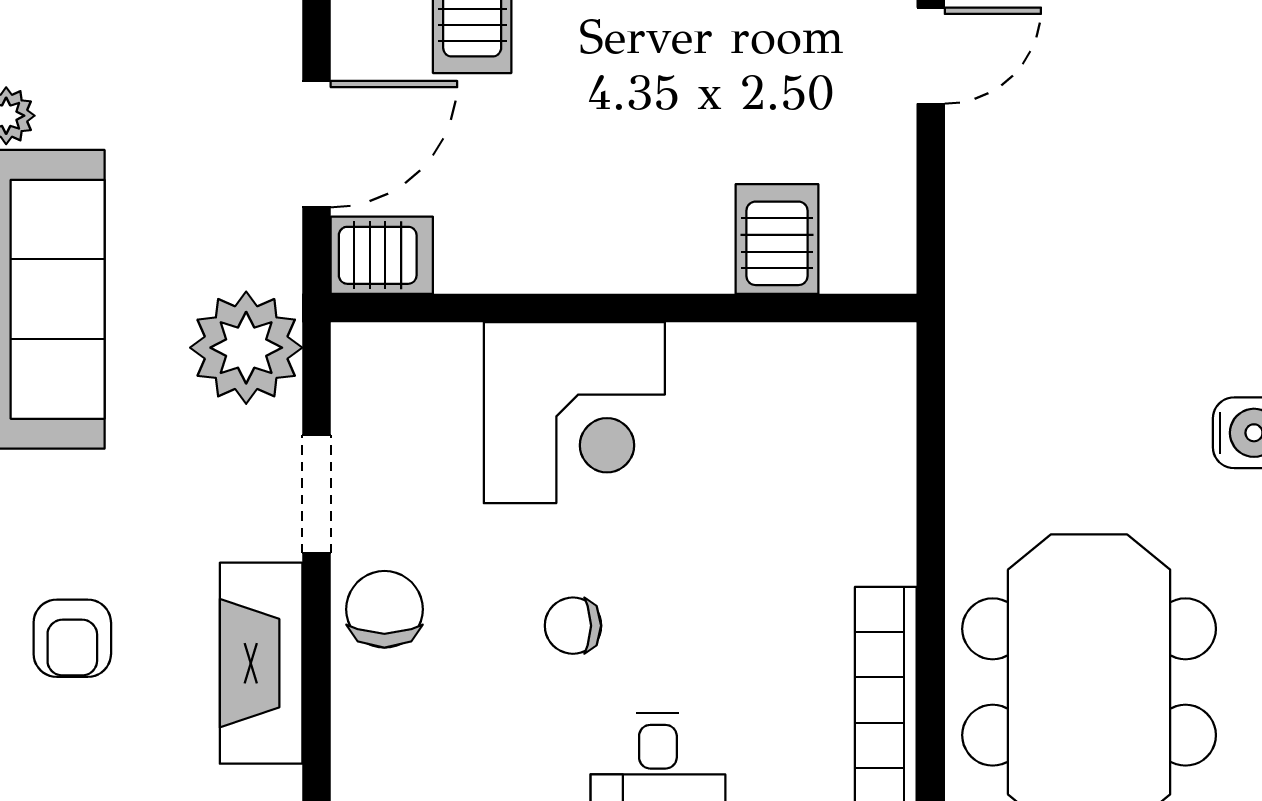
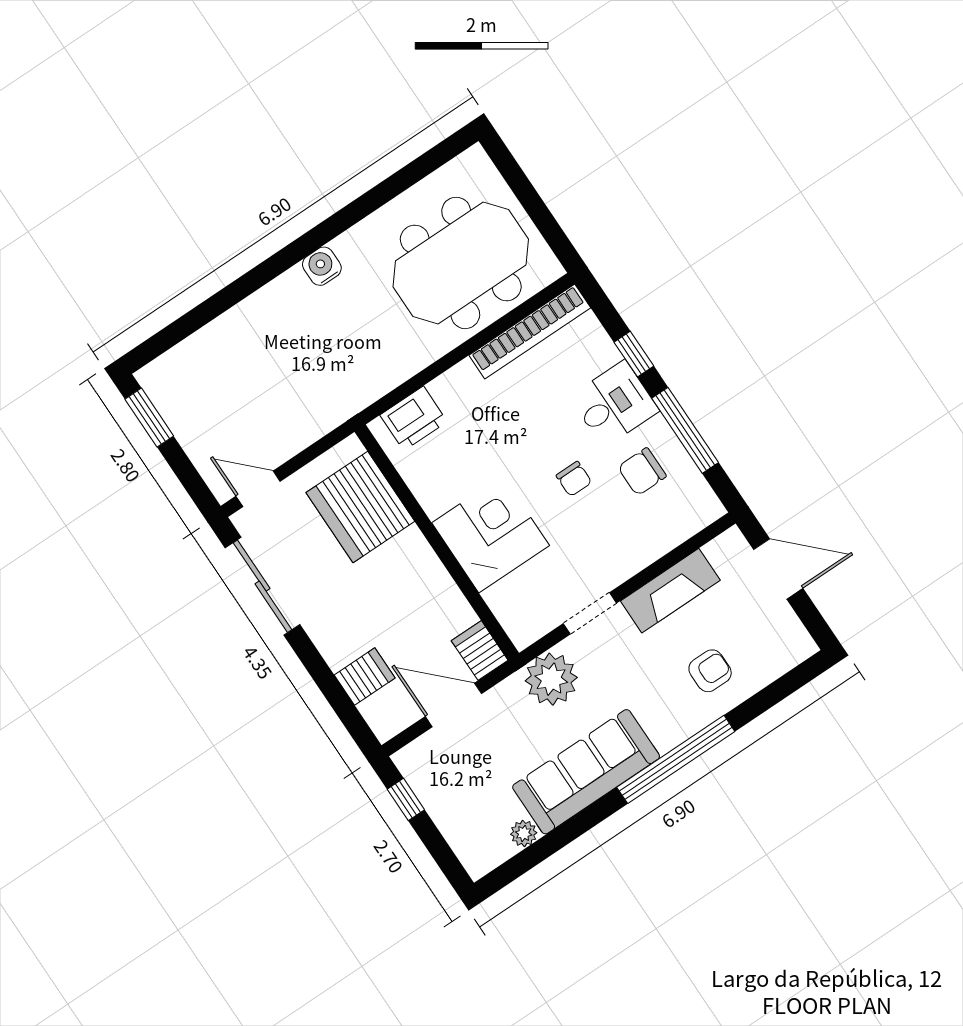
server rack: (777, 239) -> (360, 507), width x2.18, depth x1.44
printer: (870, 414) -> (414, 418), added
chair: (384, 609) -> (642, 472), moved

